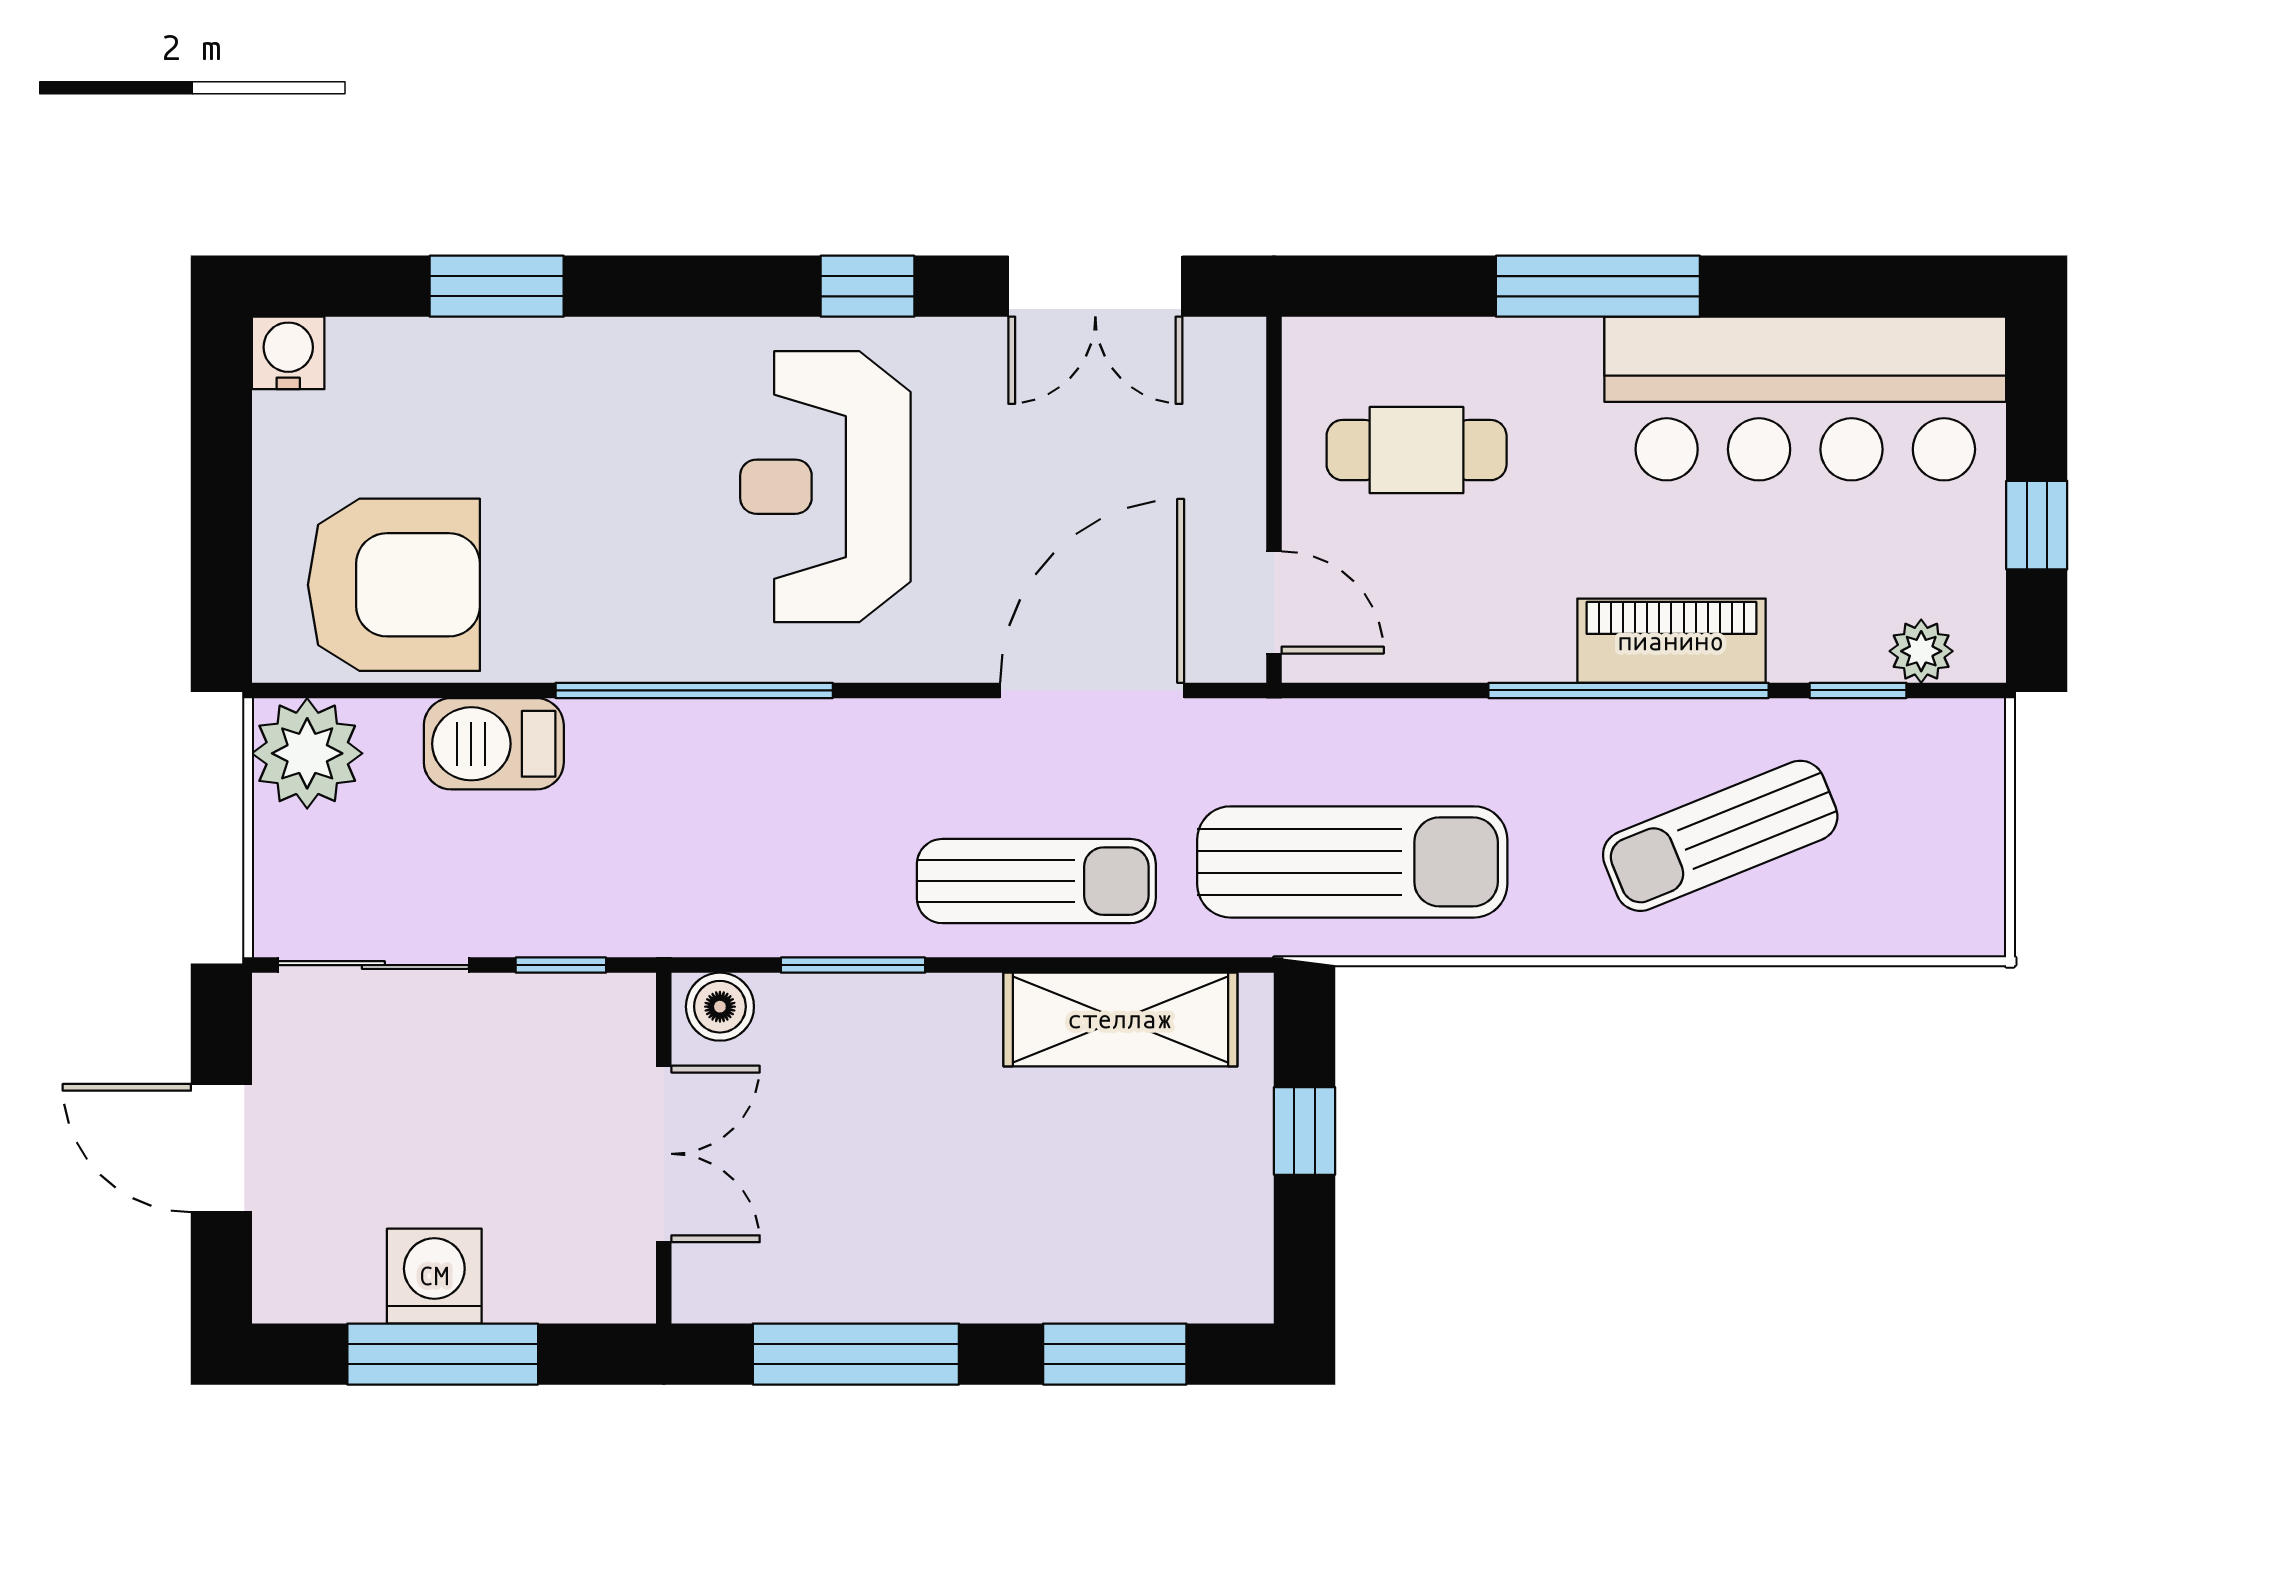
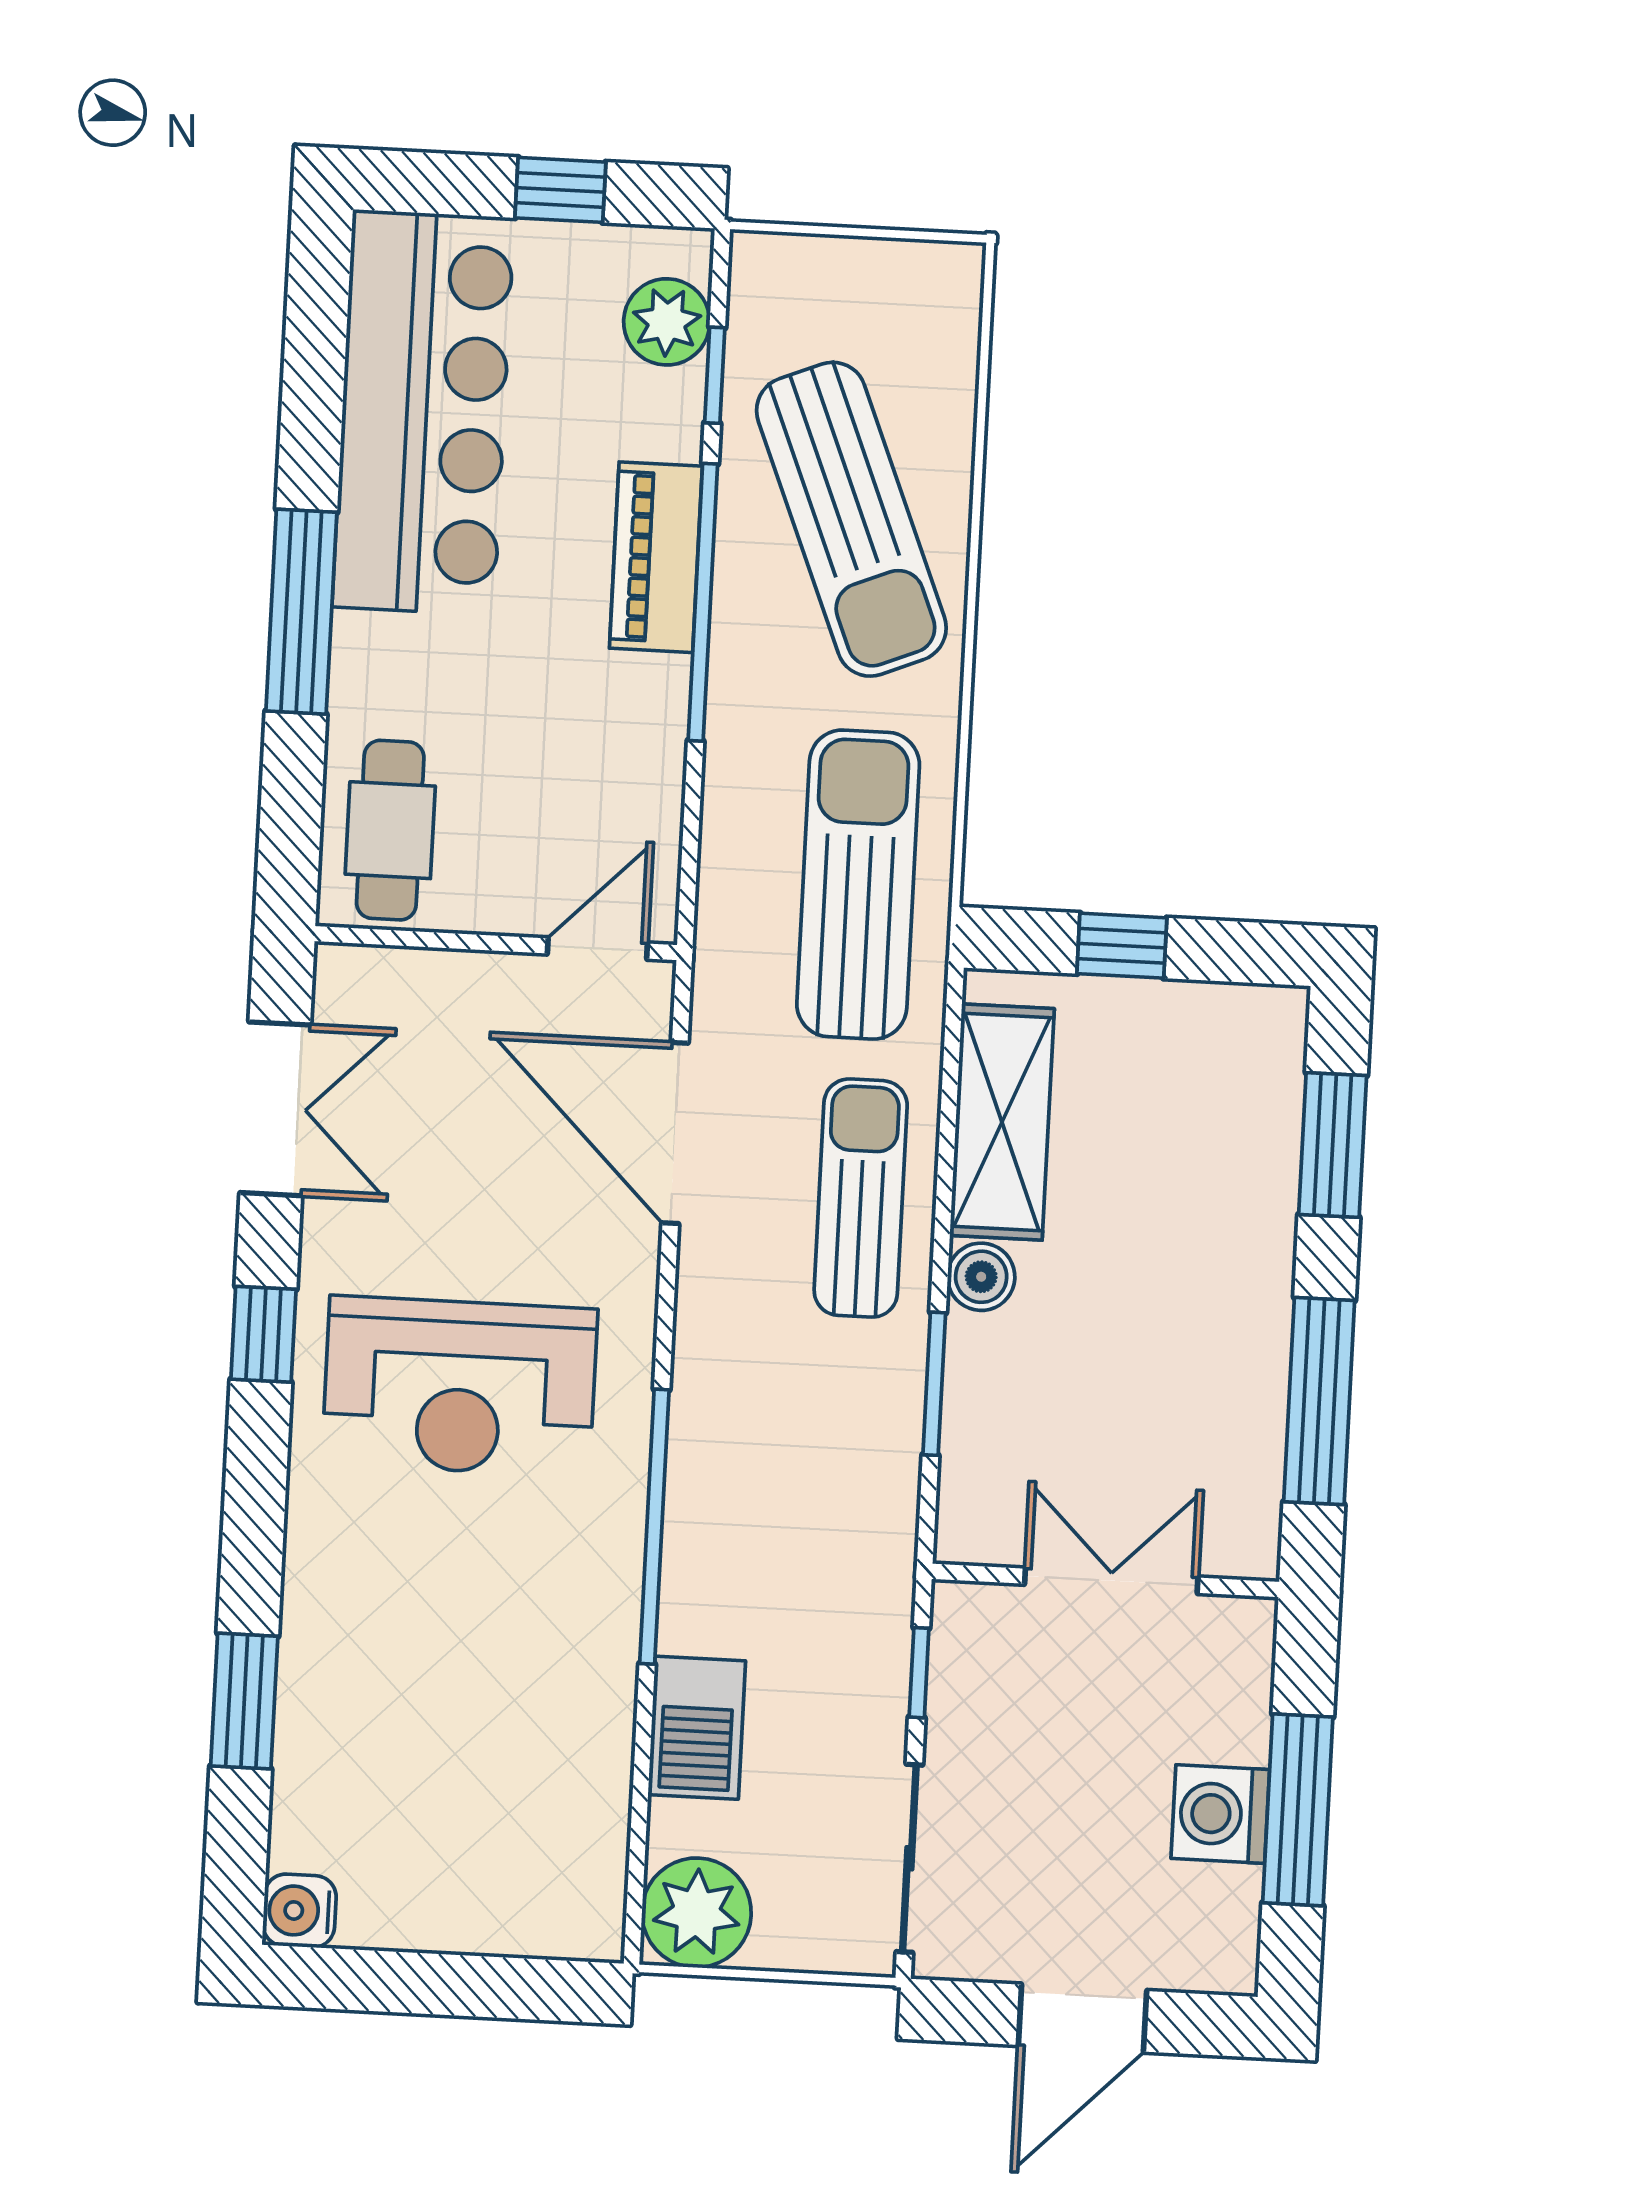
cafe table: (1417, 450) -> (390, 830), moved
armchair: (394, 585) -> (534, 1818), removed
plant: (1921, 651) -> (667, 322), width x1.38, depth x1.38
sun lounger: (1720, 836) -> (851, 519), width x1.36, depth x1.34
boiler: (720, 1007) -> (981, 1277), moved

